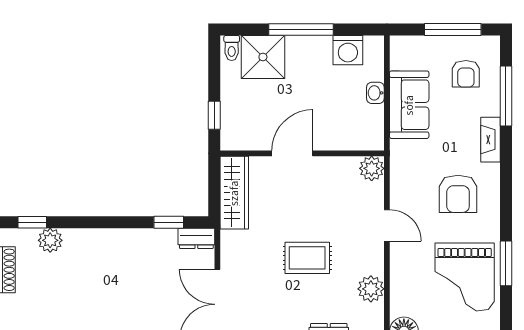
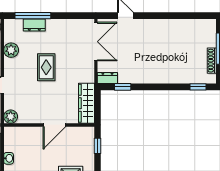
plant: (50, 240) -> (188, 77), removed
rug: (307, 258) -> (46, 67), turned 90

